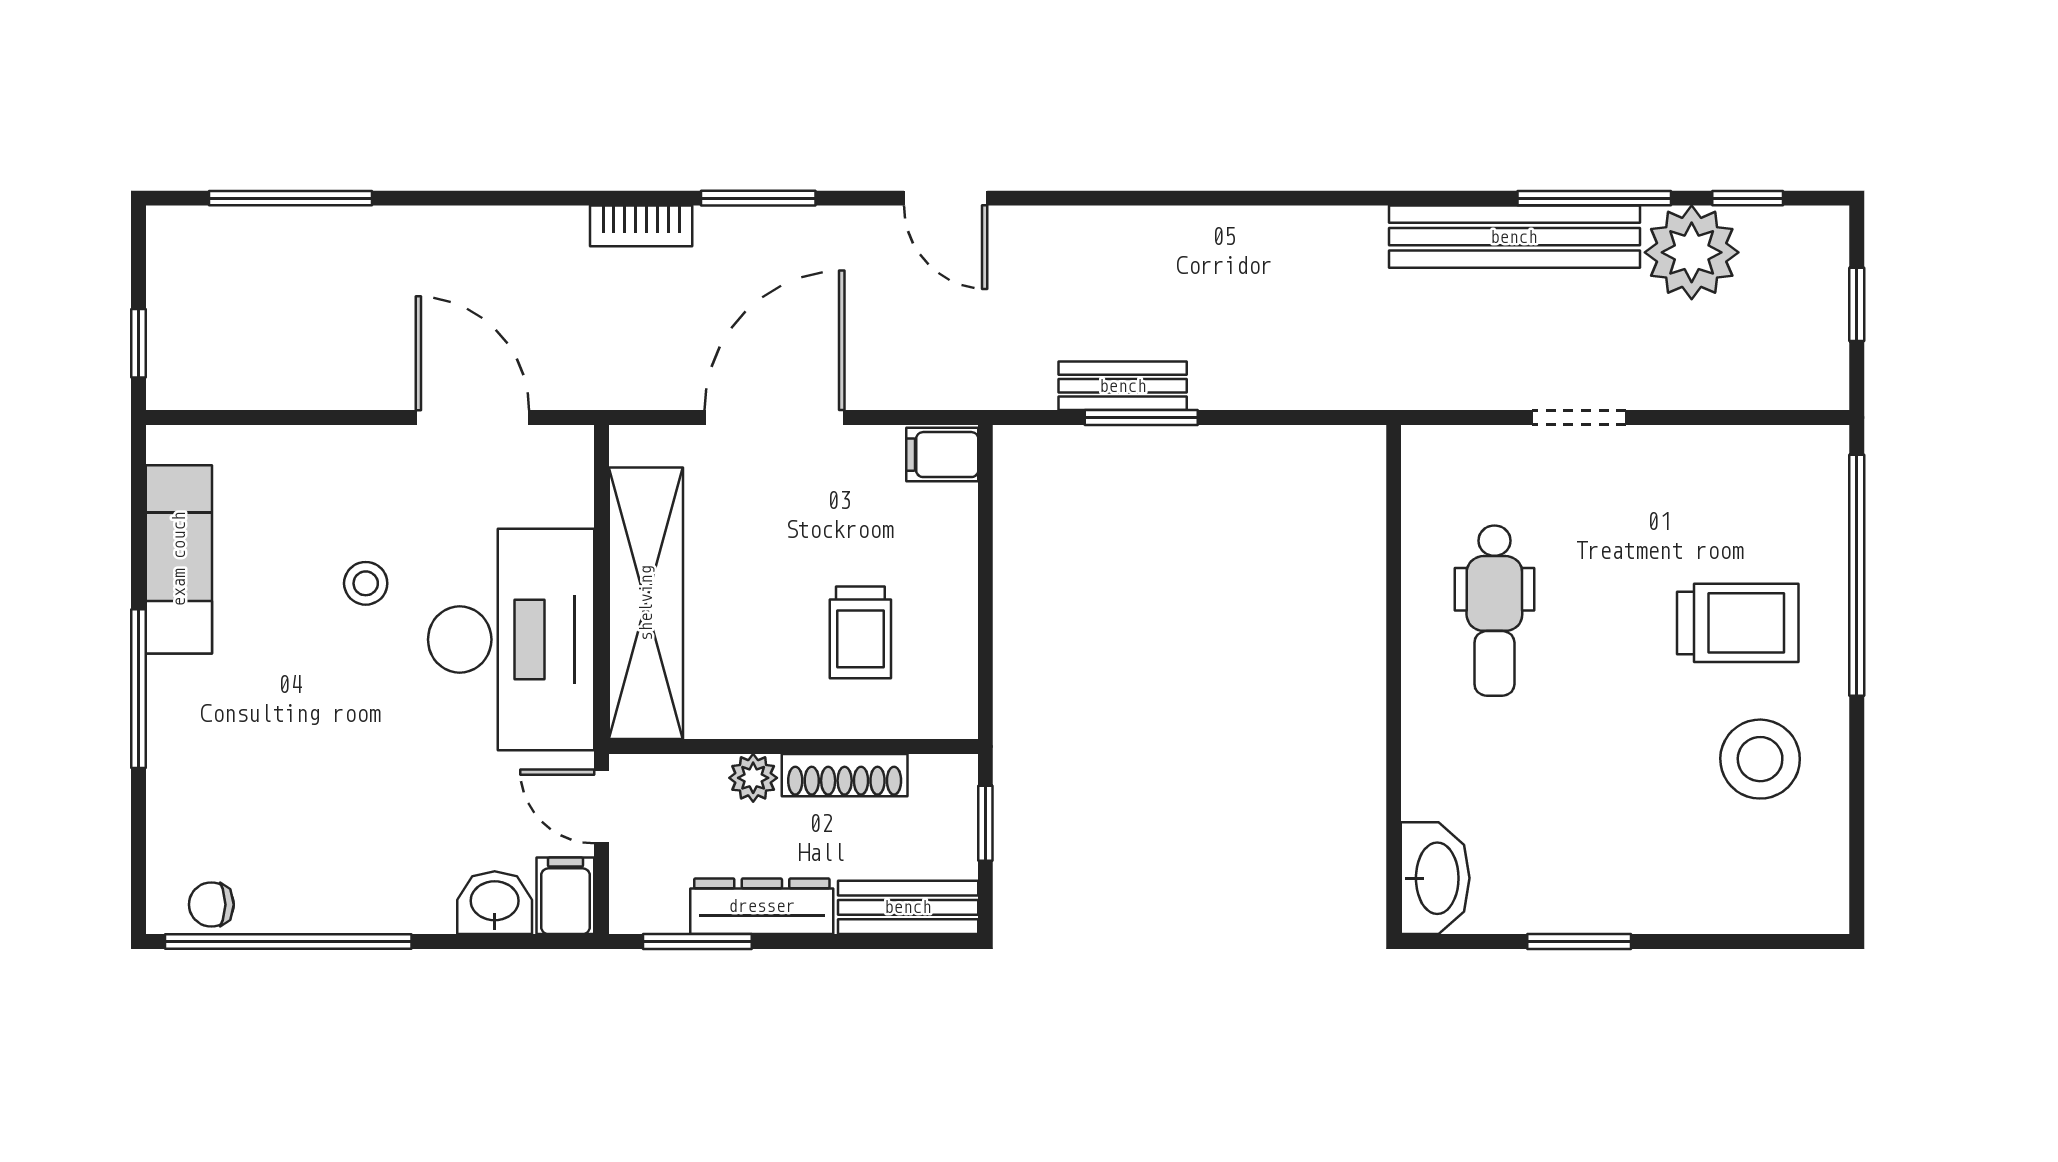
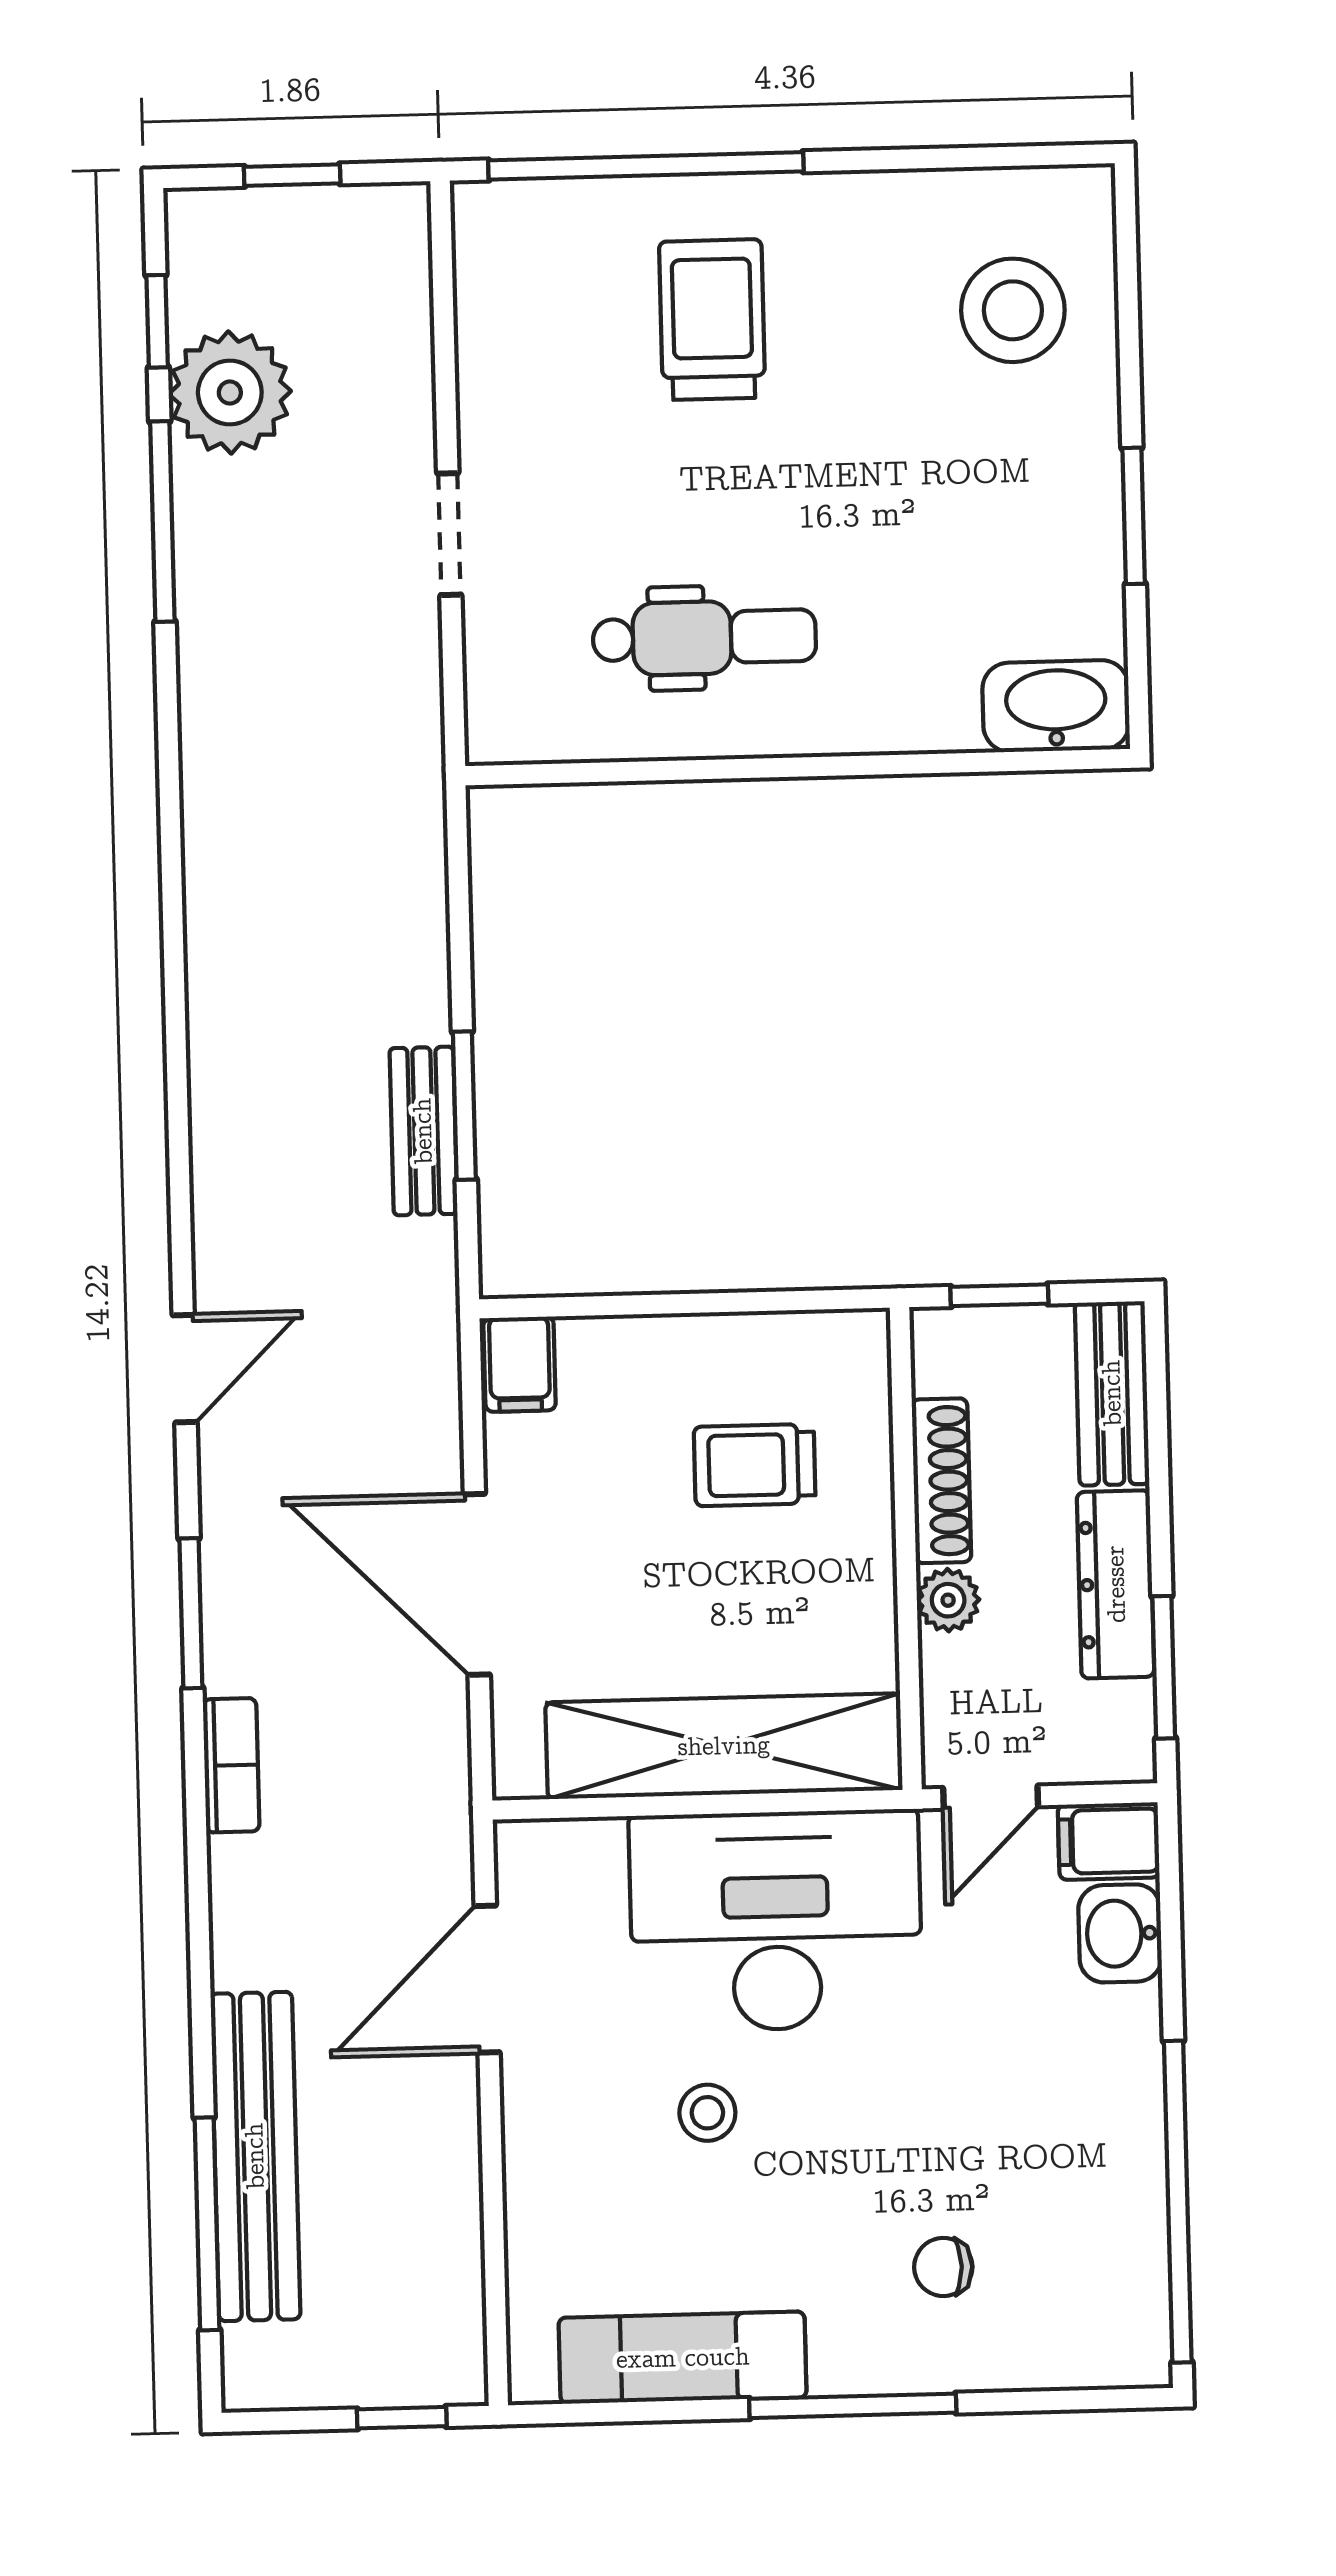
bench: (1514, 237) -> (255, 2156), moved
trolley: (860, 632) -> (755, 1465), turned 180
stool: (1760, 759) -> (1013, 310), moved
chair: (211, 905) -> (943, 2267), moved, turned 90

